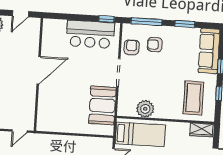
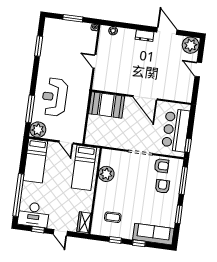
door: (39, 70) -> (145, 98), moved
wall: (38, 74) -> (141, 97), moved
coffee table: (193, 98) -> (113, 217), width x0.54, depth x0.58
booth: (102, 106) -> (107, 105), moved

